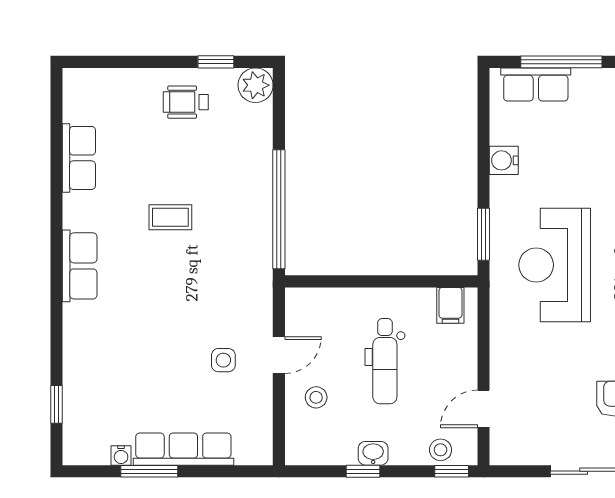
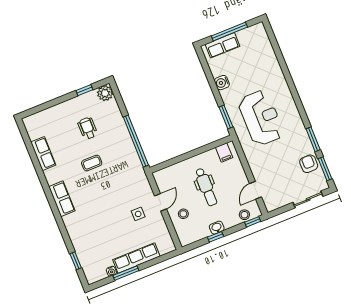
wheelchair: (186, 102) -> (88, 128), moved, turned 90
reception desk: (555, 265) -> (261, 118), turned 180

